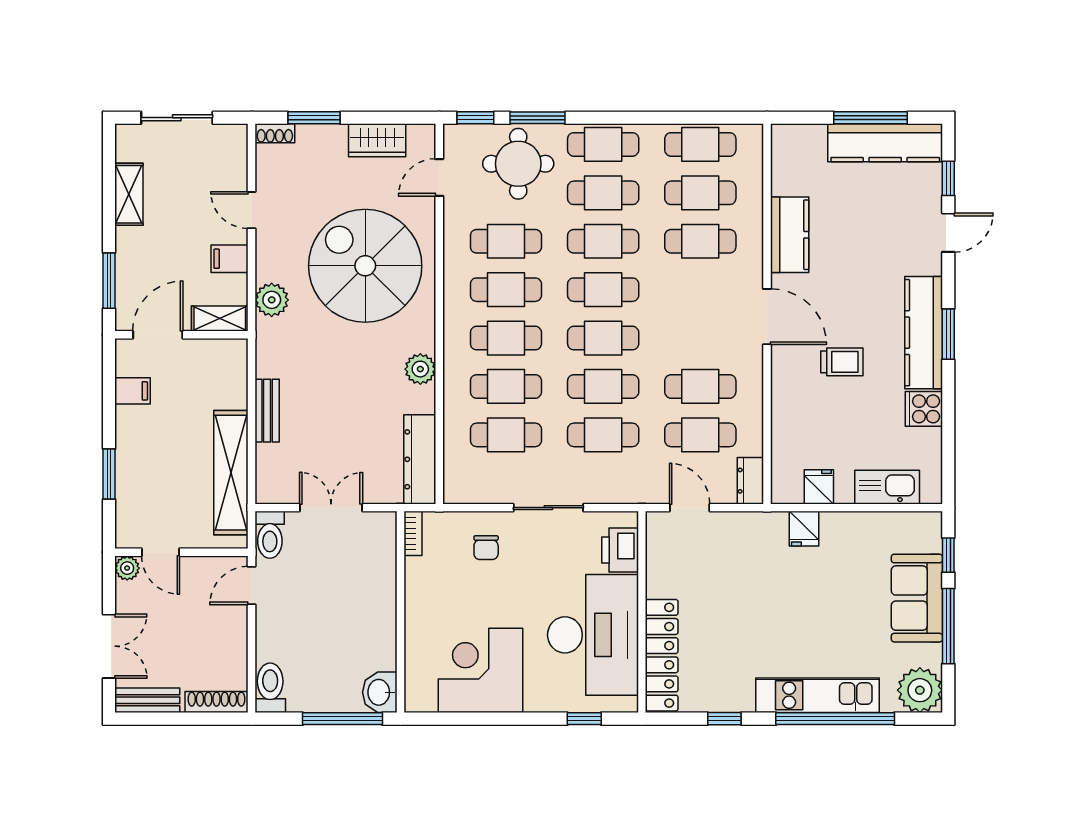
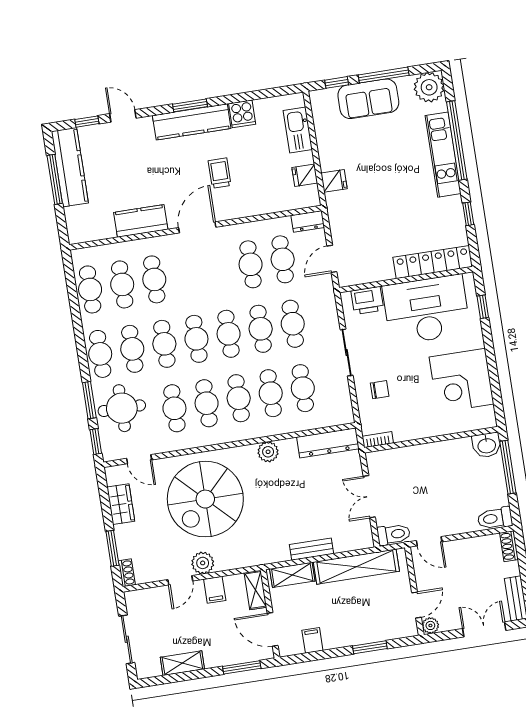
plant: (272, 300) -> (203, 563), moved
shelving: (234, 376) -> (292, 575), added
shoe rack: (216, 702) -> (509, 546), width x0.70

